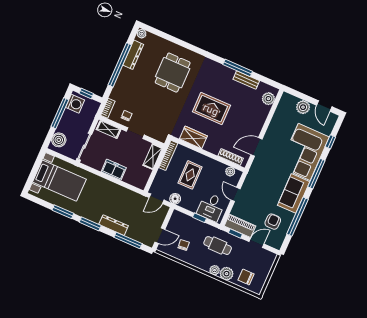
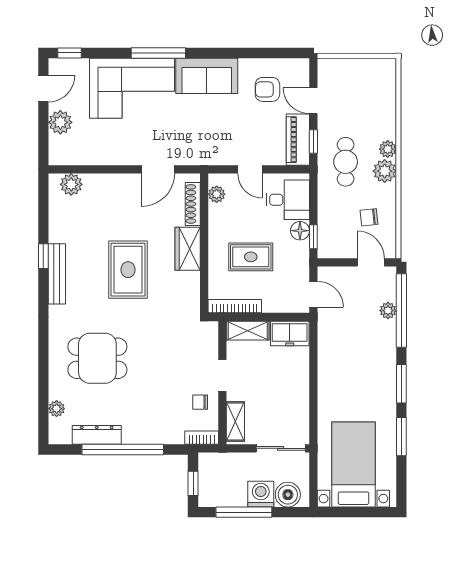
plant: (142, 34) -> (57, 409), moved
window: (238, 68) -> (43, 256), width x0.46
bench: (246, 80) -> (57, 274), moved, width x1.36
washing machine: (75, 104) -> (261, 494), moved
wardrobe: (193, 137) -> (188, 249), moved
window: (330, 142) -> (70, 53), moved
door: (256, 147) -> (158, 169), hinge flipped
freezer: (114, 170) -> (290, 333), moved, turned -90
door: (235, 194) -> (250, 169), hinge flipped
floor lamp: (175, 199) -> (300, 231), moved
window: (297, 217) -> (242, 53), removed
window: (200, 218) -> (313, 237), moved
dresser: (114, 225) -> (387, 345), removed
plant: (131, 234) -> (388, 311), added
window: (128, 241) -> (401, 310), width x1.46
plant: (227, 274) -> (385, 171), moved
chair: (246, 277) -> (376, 93), removed

